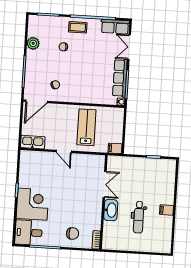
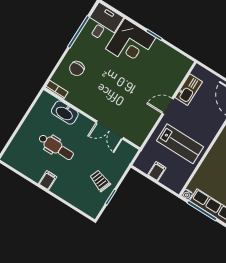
kitchen sink: (33, 142) -> (189, 90), moved
filing cabinet: (115, 148) -> (157, 171), moved
trolley: (146, 171) -> (100, 181), added
washbasin: (111, 210) -> (65, 113), moved
dental chair: (139, 217) -> (56, 147), turned 180

